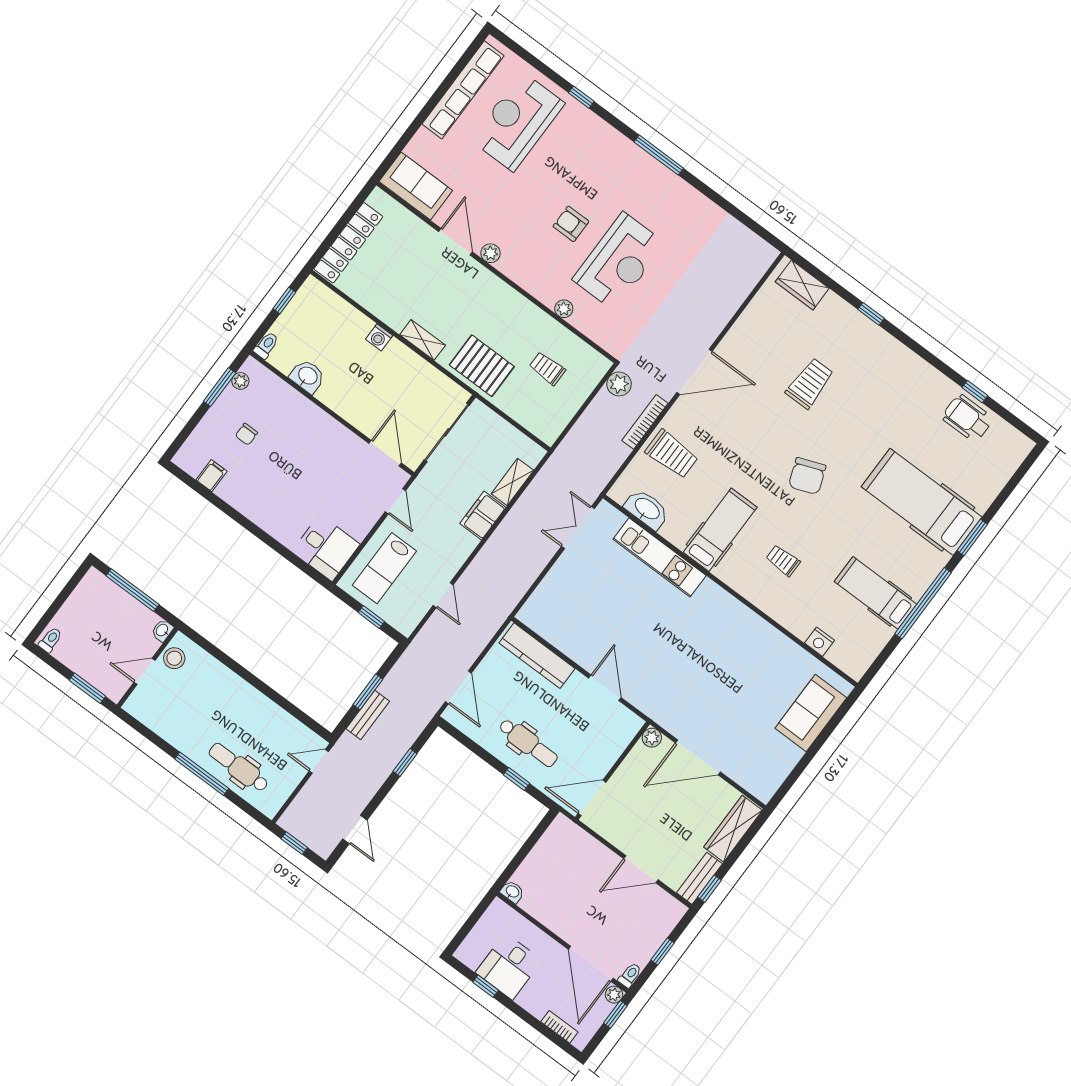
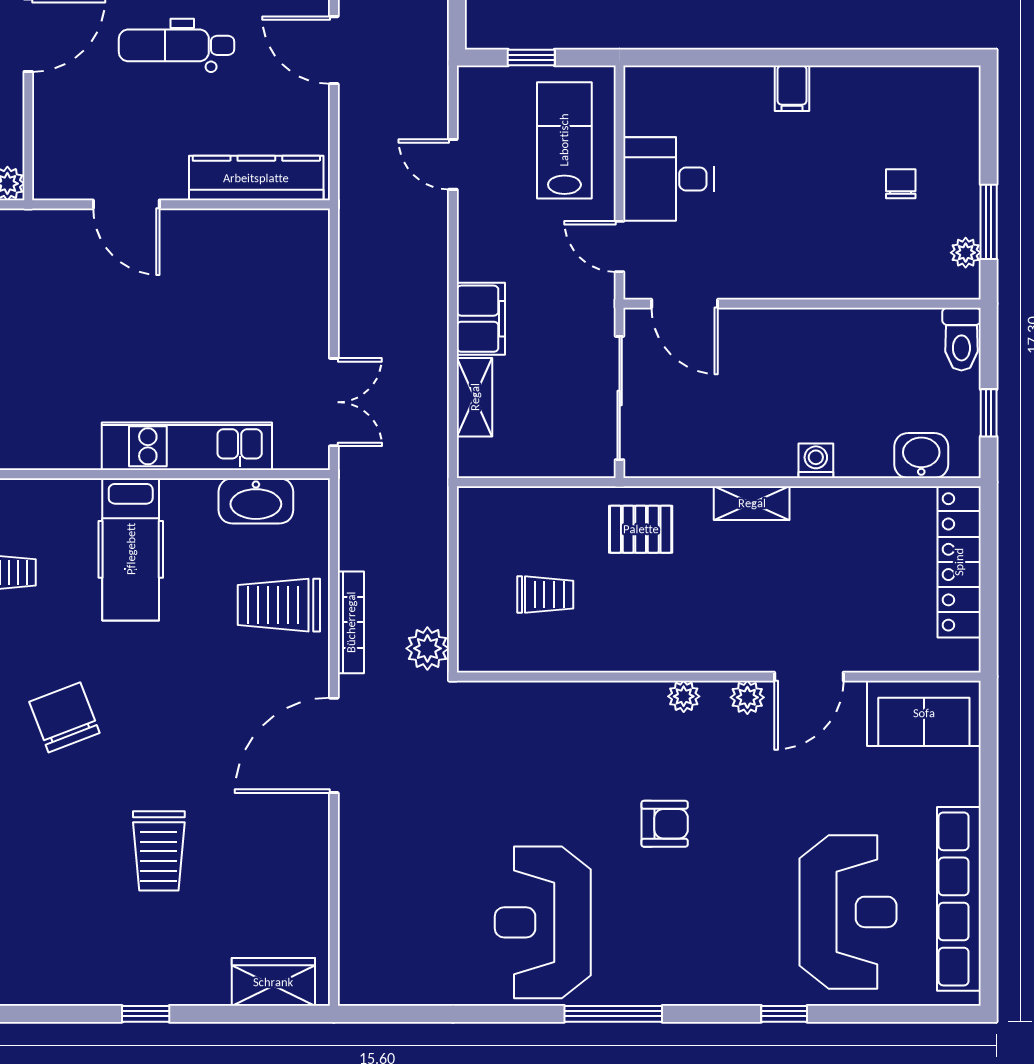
door: (455, 242) -> (809, 677), hinge flipped
reception desk: (619, 261) -> (543, 922), moved
plant: (564, 309) -> (684, 696), moved
toilet: (266, 345) -> (961, 339), width x1.37, depth x1.39
pallet: (482, 366) -> (641, 529), width x0.67, depth x0.71
washbasin: (307, 376) -> (921, 456), moved, turned 180
filing cabinet: (211, 476) -> (792, 88), moved
desk: (326, 548) -> (669, 179), moved

